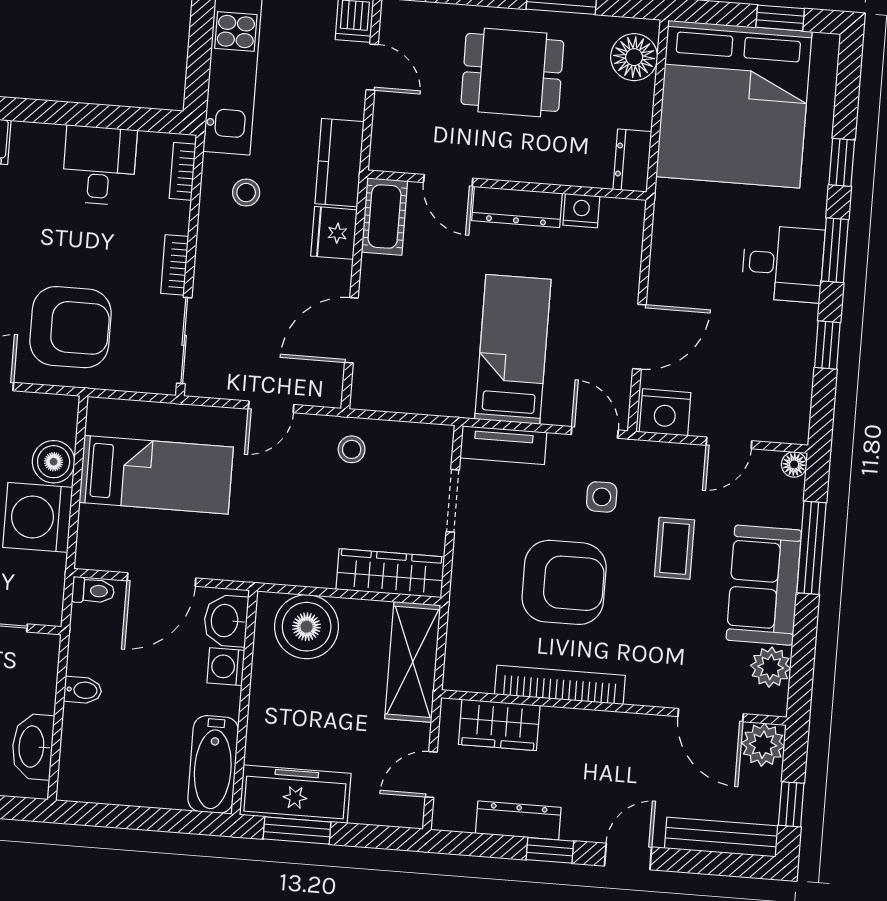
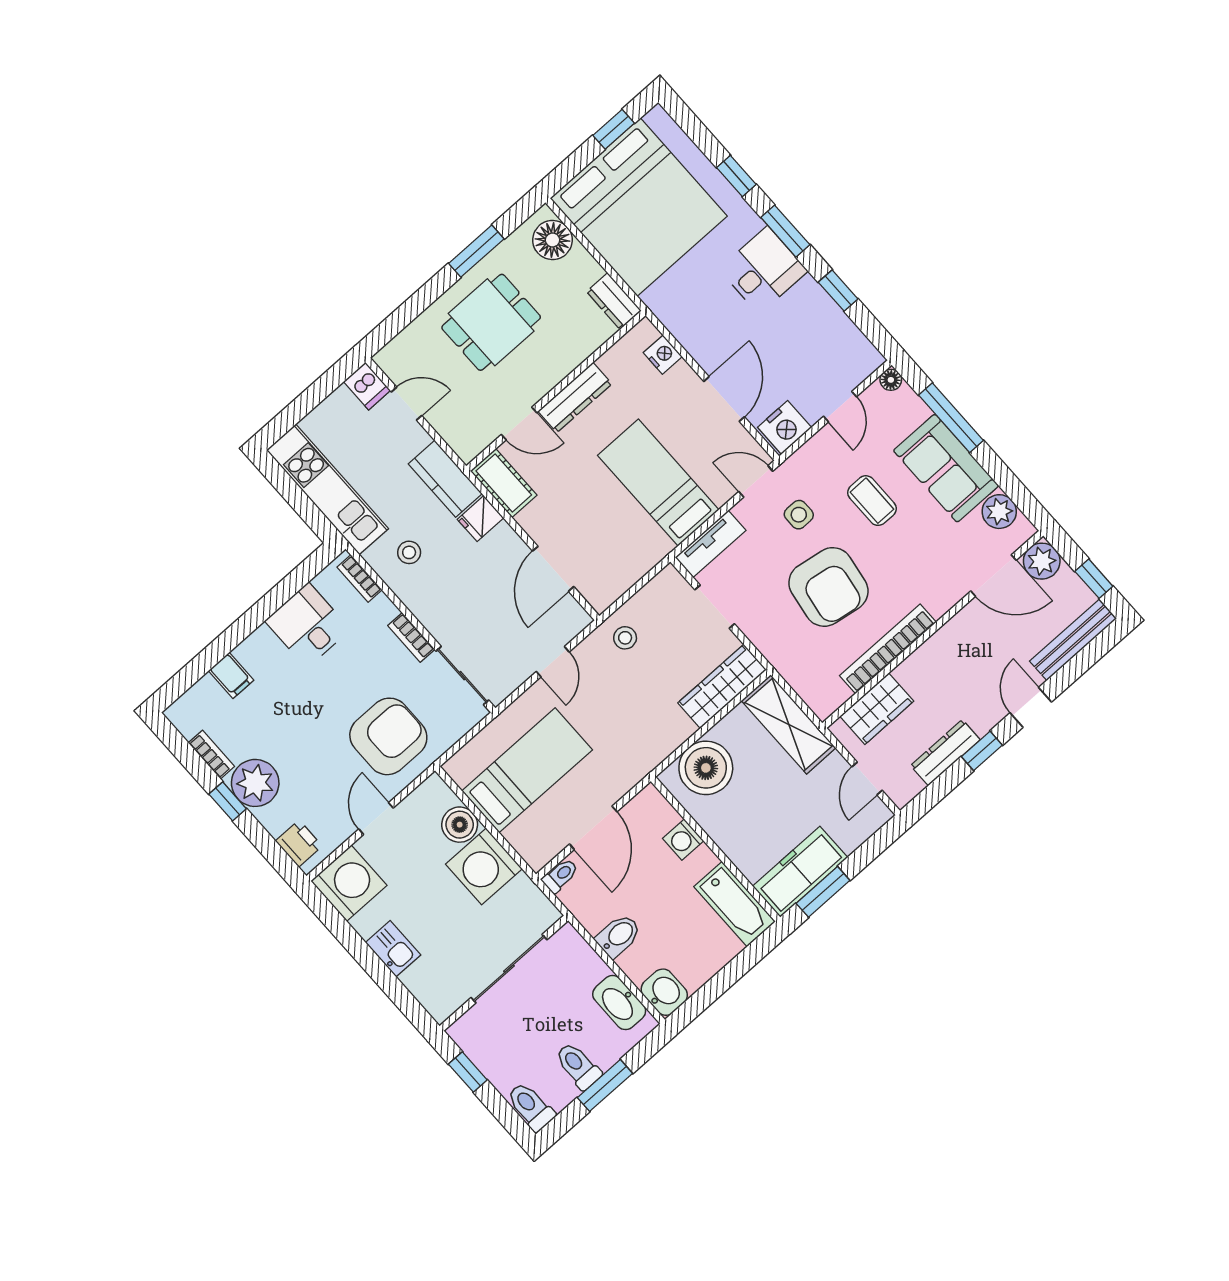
nightstand: (581, 211) -> (663, 355), moved, turned 90
fridge: (334, 233) -> (481, 519), width x0.72
armchair: (564, 582) -> (828, 587), turned 99
washbasin: (226, 621) -> (664, 992), moved, turned 180
bidet: (83, 690) -> (618, 936), width x1.38, depth x1.36

